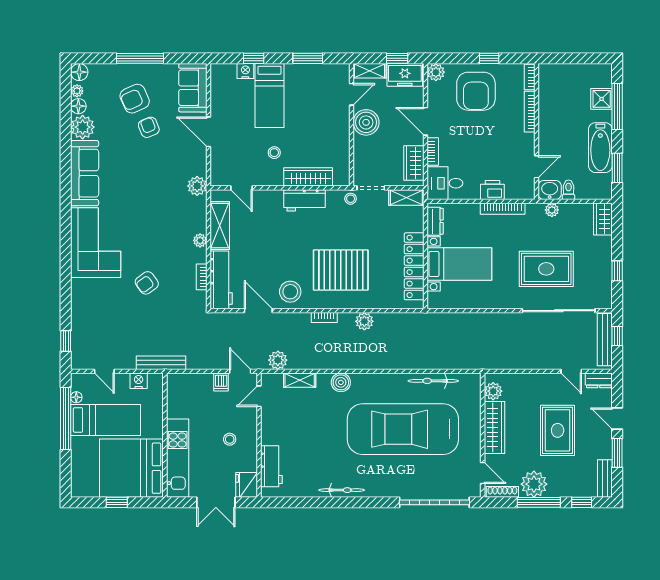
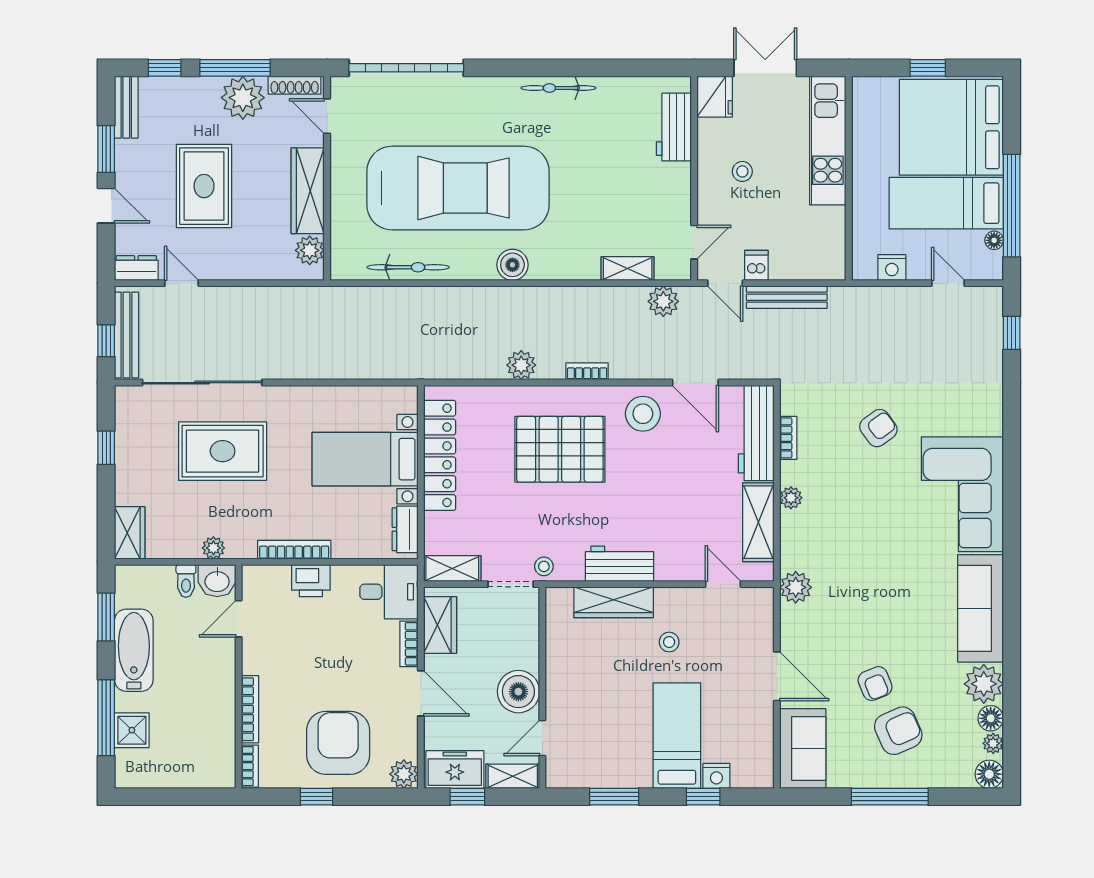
bench: (161, 363) -> (787, 297), moved
boiler: (341, 382) -> (512, 265), moved
bed: (131, 468) -> (951, 127), moved, turned 180

